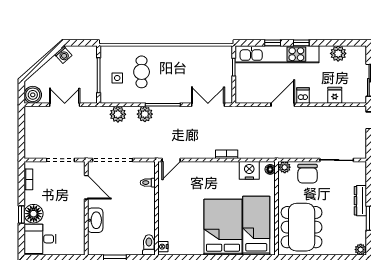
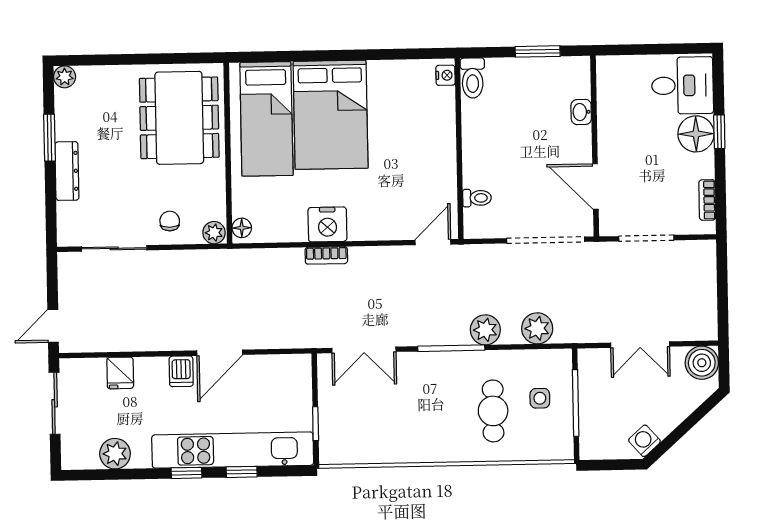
nightstand: (249, 170) -> (327, 224), moved
chair: (308, 174) -> (170, 221), width x0.54, depth x0.54
washbasin: (95, 220) -> (581, 112), width x0.52, depth x0.69

